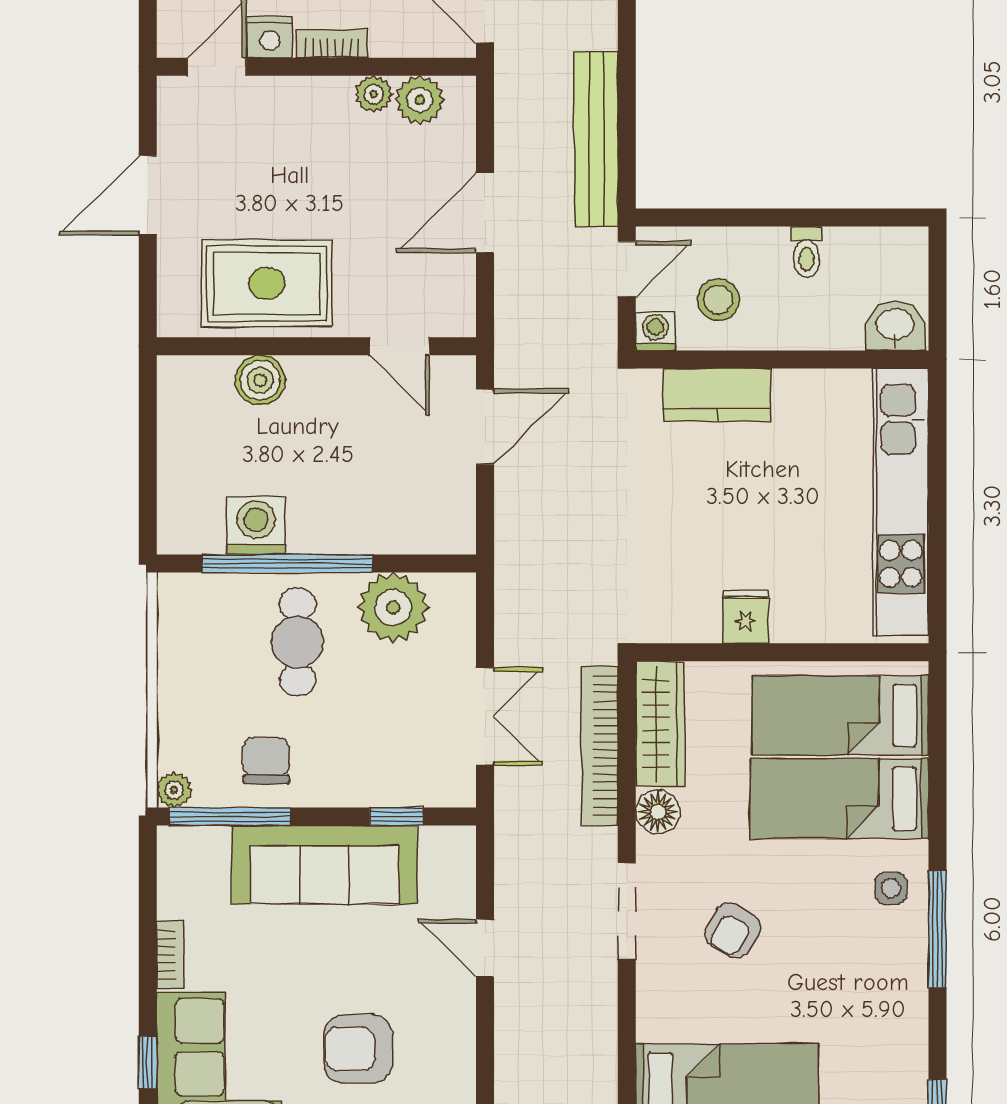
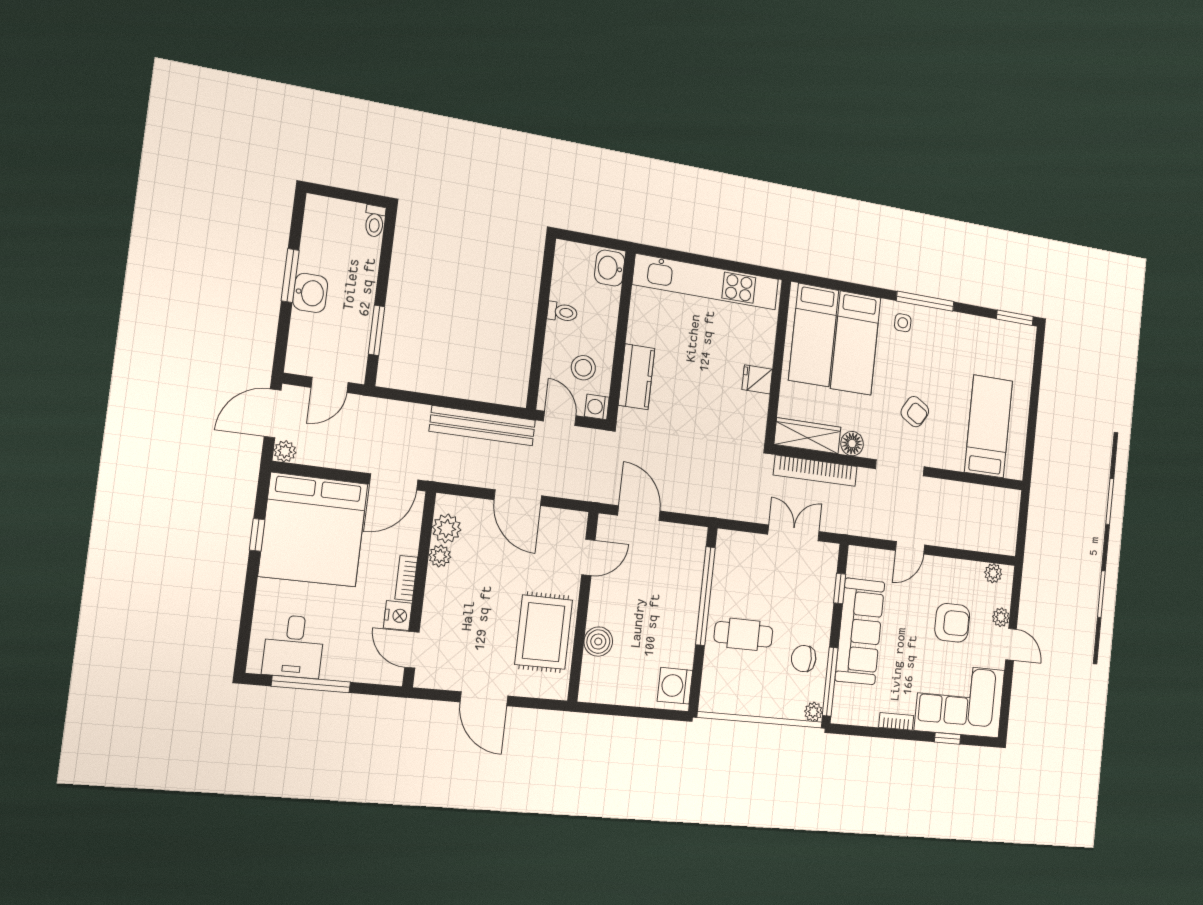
washing machine: (256, 526) -> (675, 686), moved
window: (287, 564) -> (705, 596), moved
plant: (393, 607) -> (731, 578), removed
armchair: (358, 1049) -> (952, 623), turned -90

